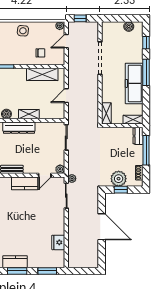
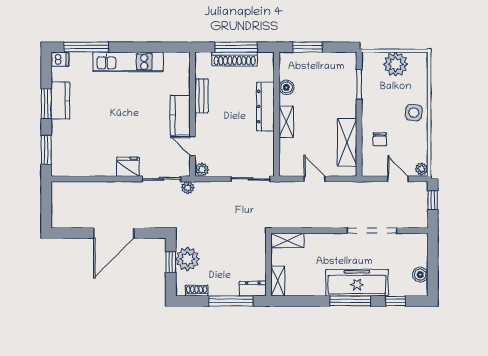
freezer: (134, 83) -> (357, 283), moved
fridge: (58, 242) -> (128, 167), moved

